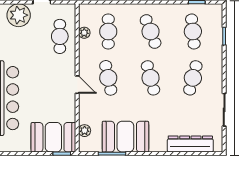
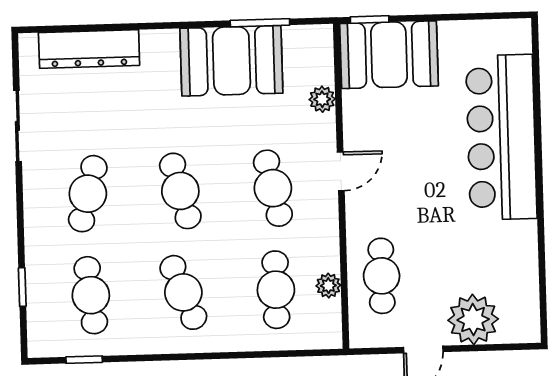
door: (77, 85) -> (341, 171), swing flipped
plant: (85, 131) -> (322, 99), moved

